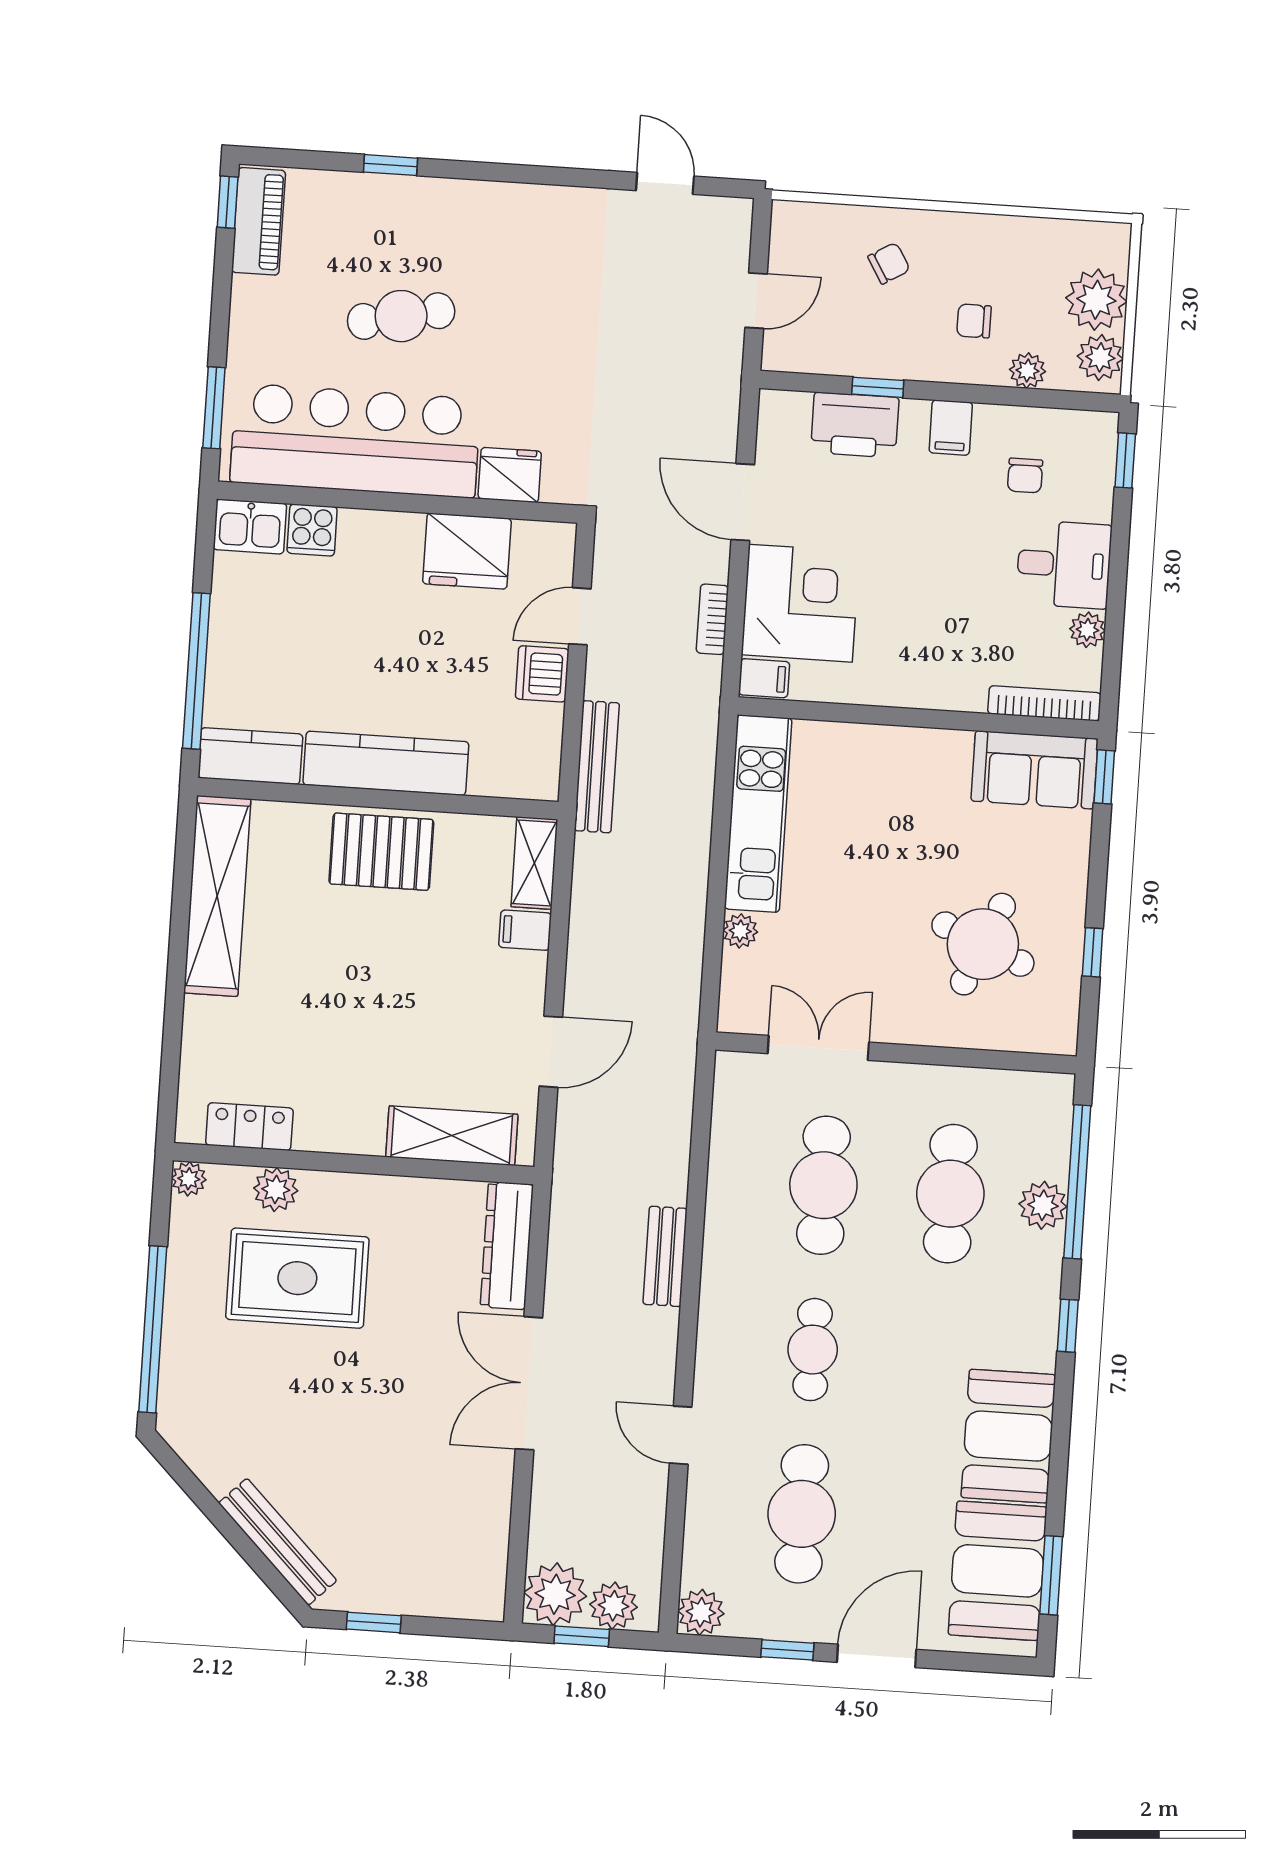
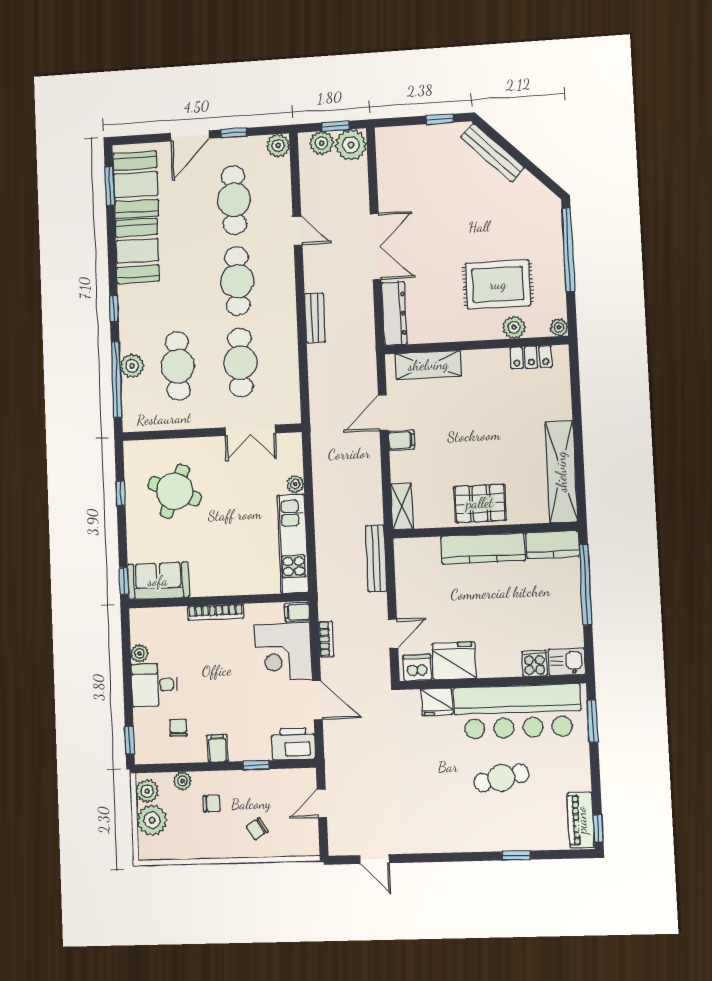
printer: (855, 425) -> (293, 744), moved
dishwasher: (542, 674) -> (417, 668), moved, turned -90
bookcase: (1044, 703) -> (216, 612), moved
filing cabinet: (525, 930) -> (402, 440), moved
cafe table: (813, 1350) -> (237, 281), width x1.37, depth x1.35

